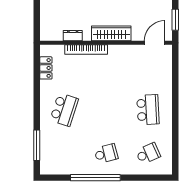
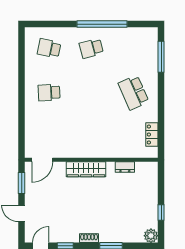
bookcase: (86, 50) -> (111, 153), removed
school desk: (64, 110) -> (134, 93), turned -42
school desk: (148, 110) -> (49, 93), width x0.54
school desk: (148, 154) -> (49, 48), turned 36

